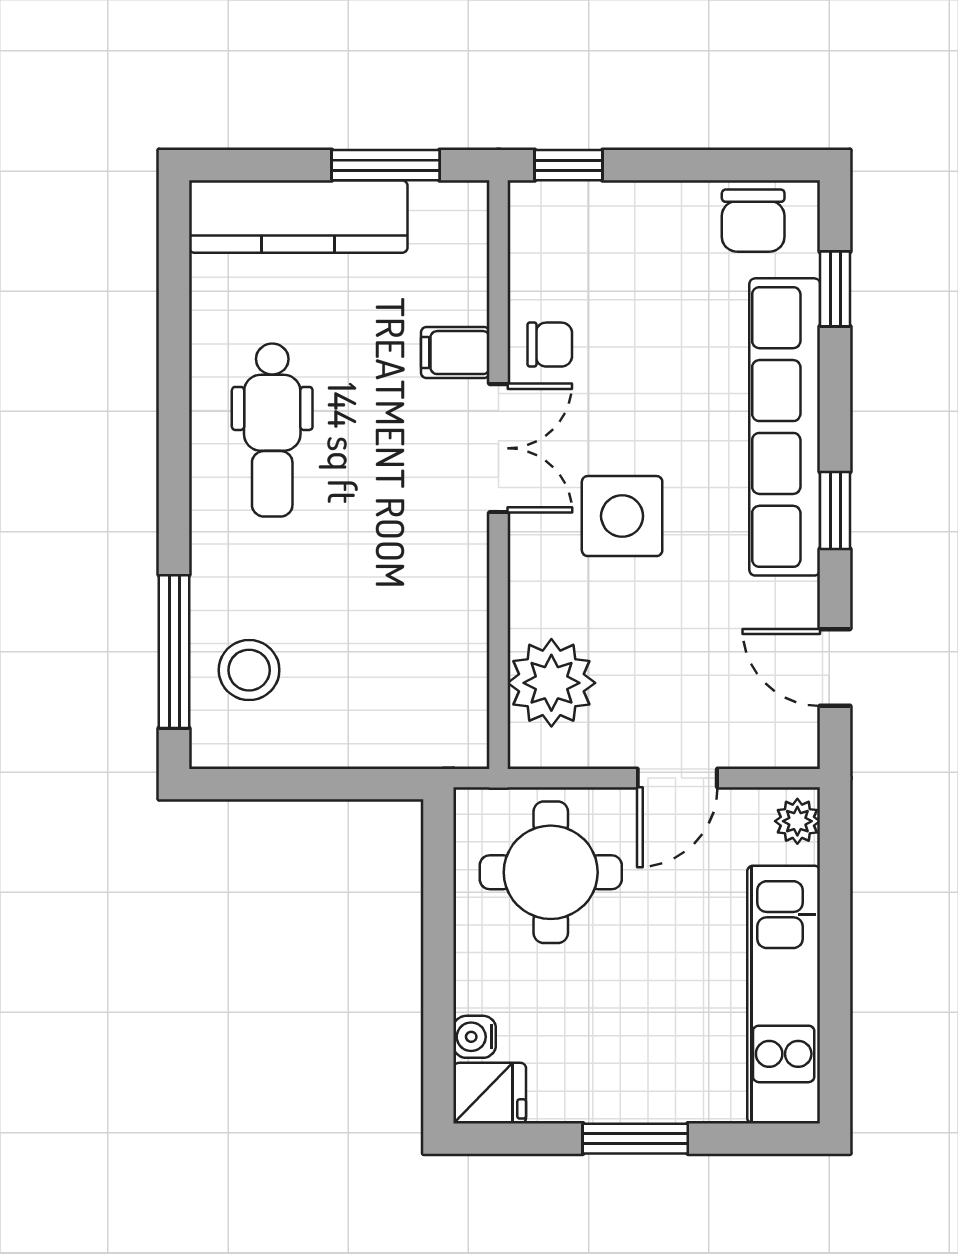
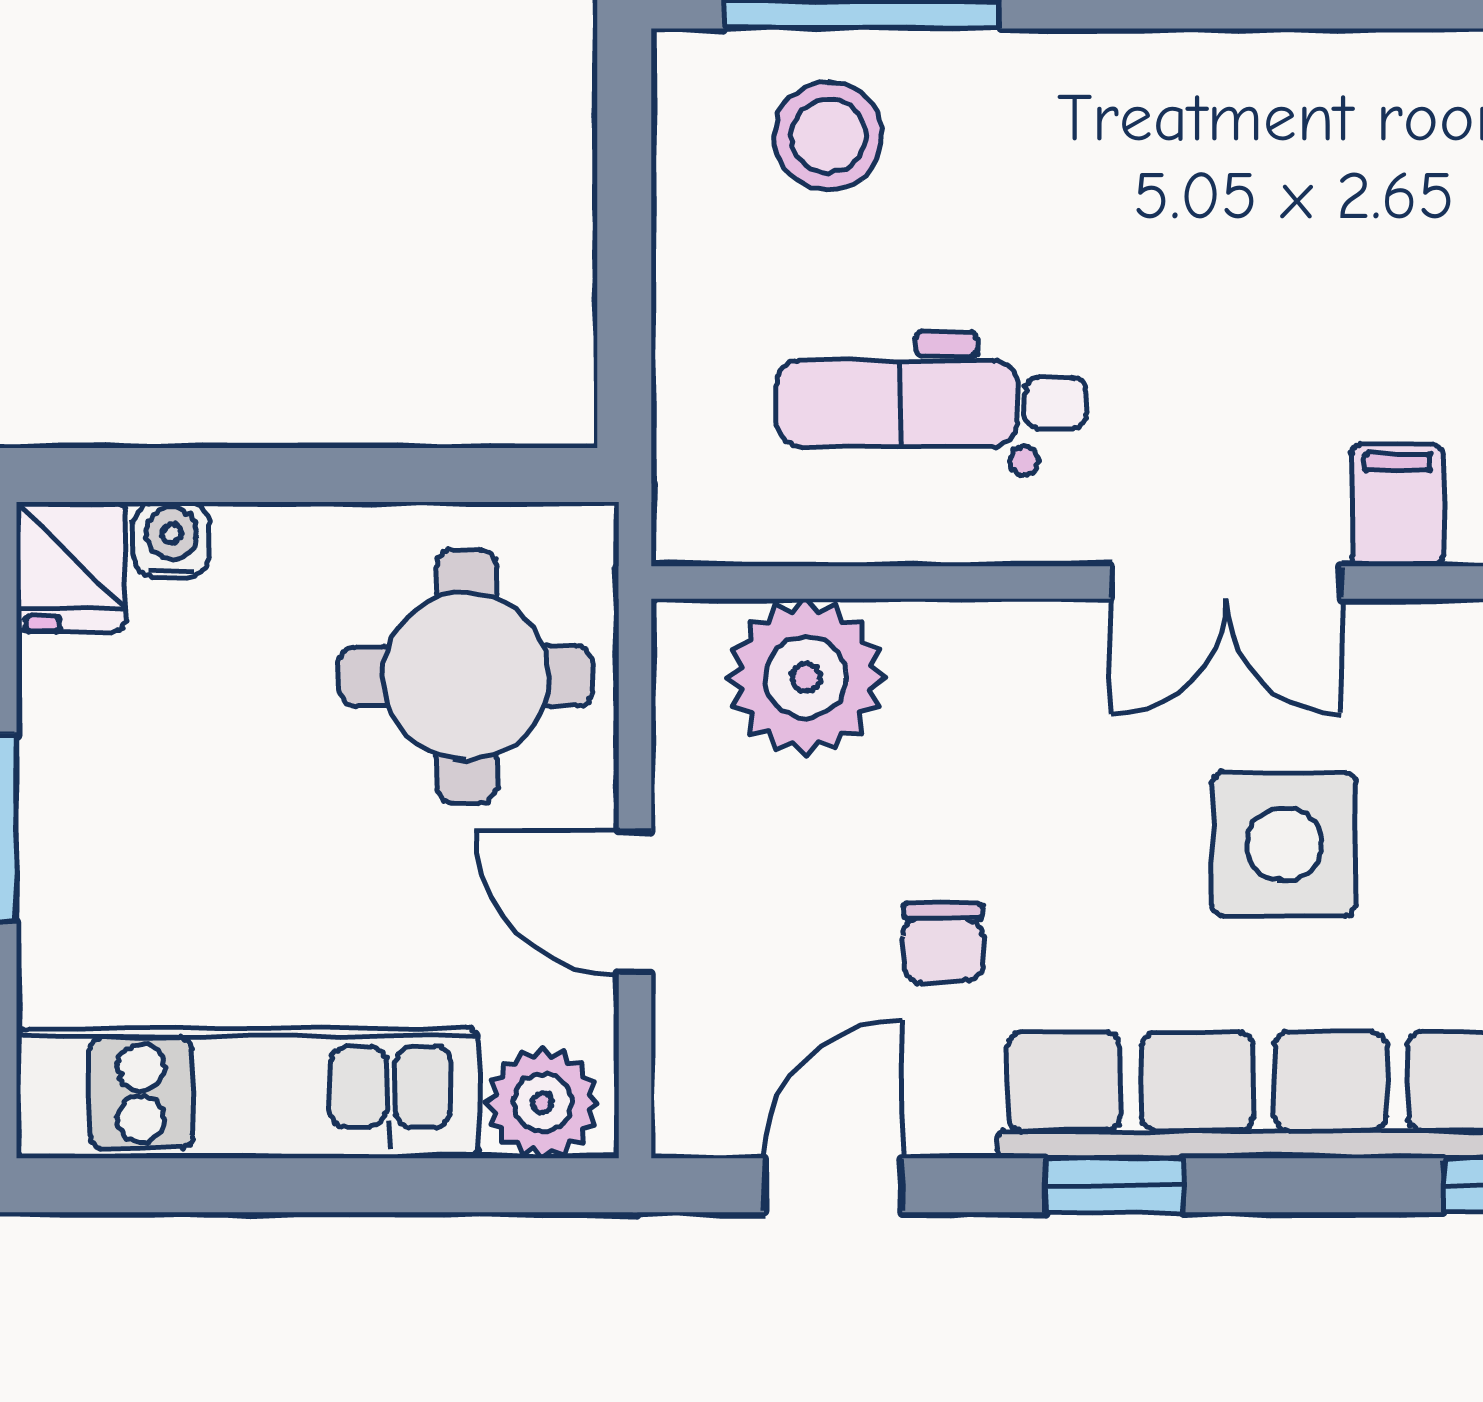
chair: (550, 345) -> (943, 943), moved
dental chair: (272, 430) -> (931, 403), moved
side table: (622, 516) -> (1284, 844), moved
plant: (797, 821) -> (543, 1103), width x1.38, depth x1.38

